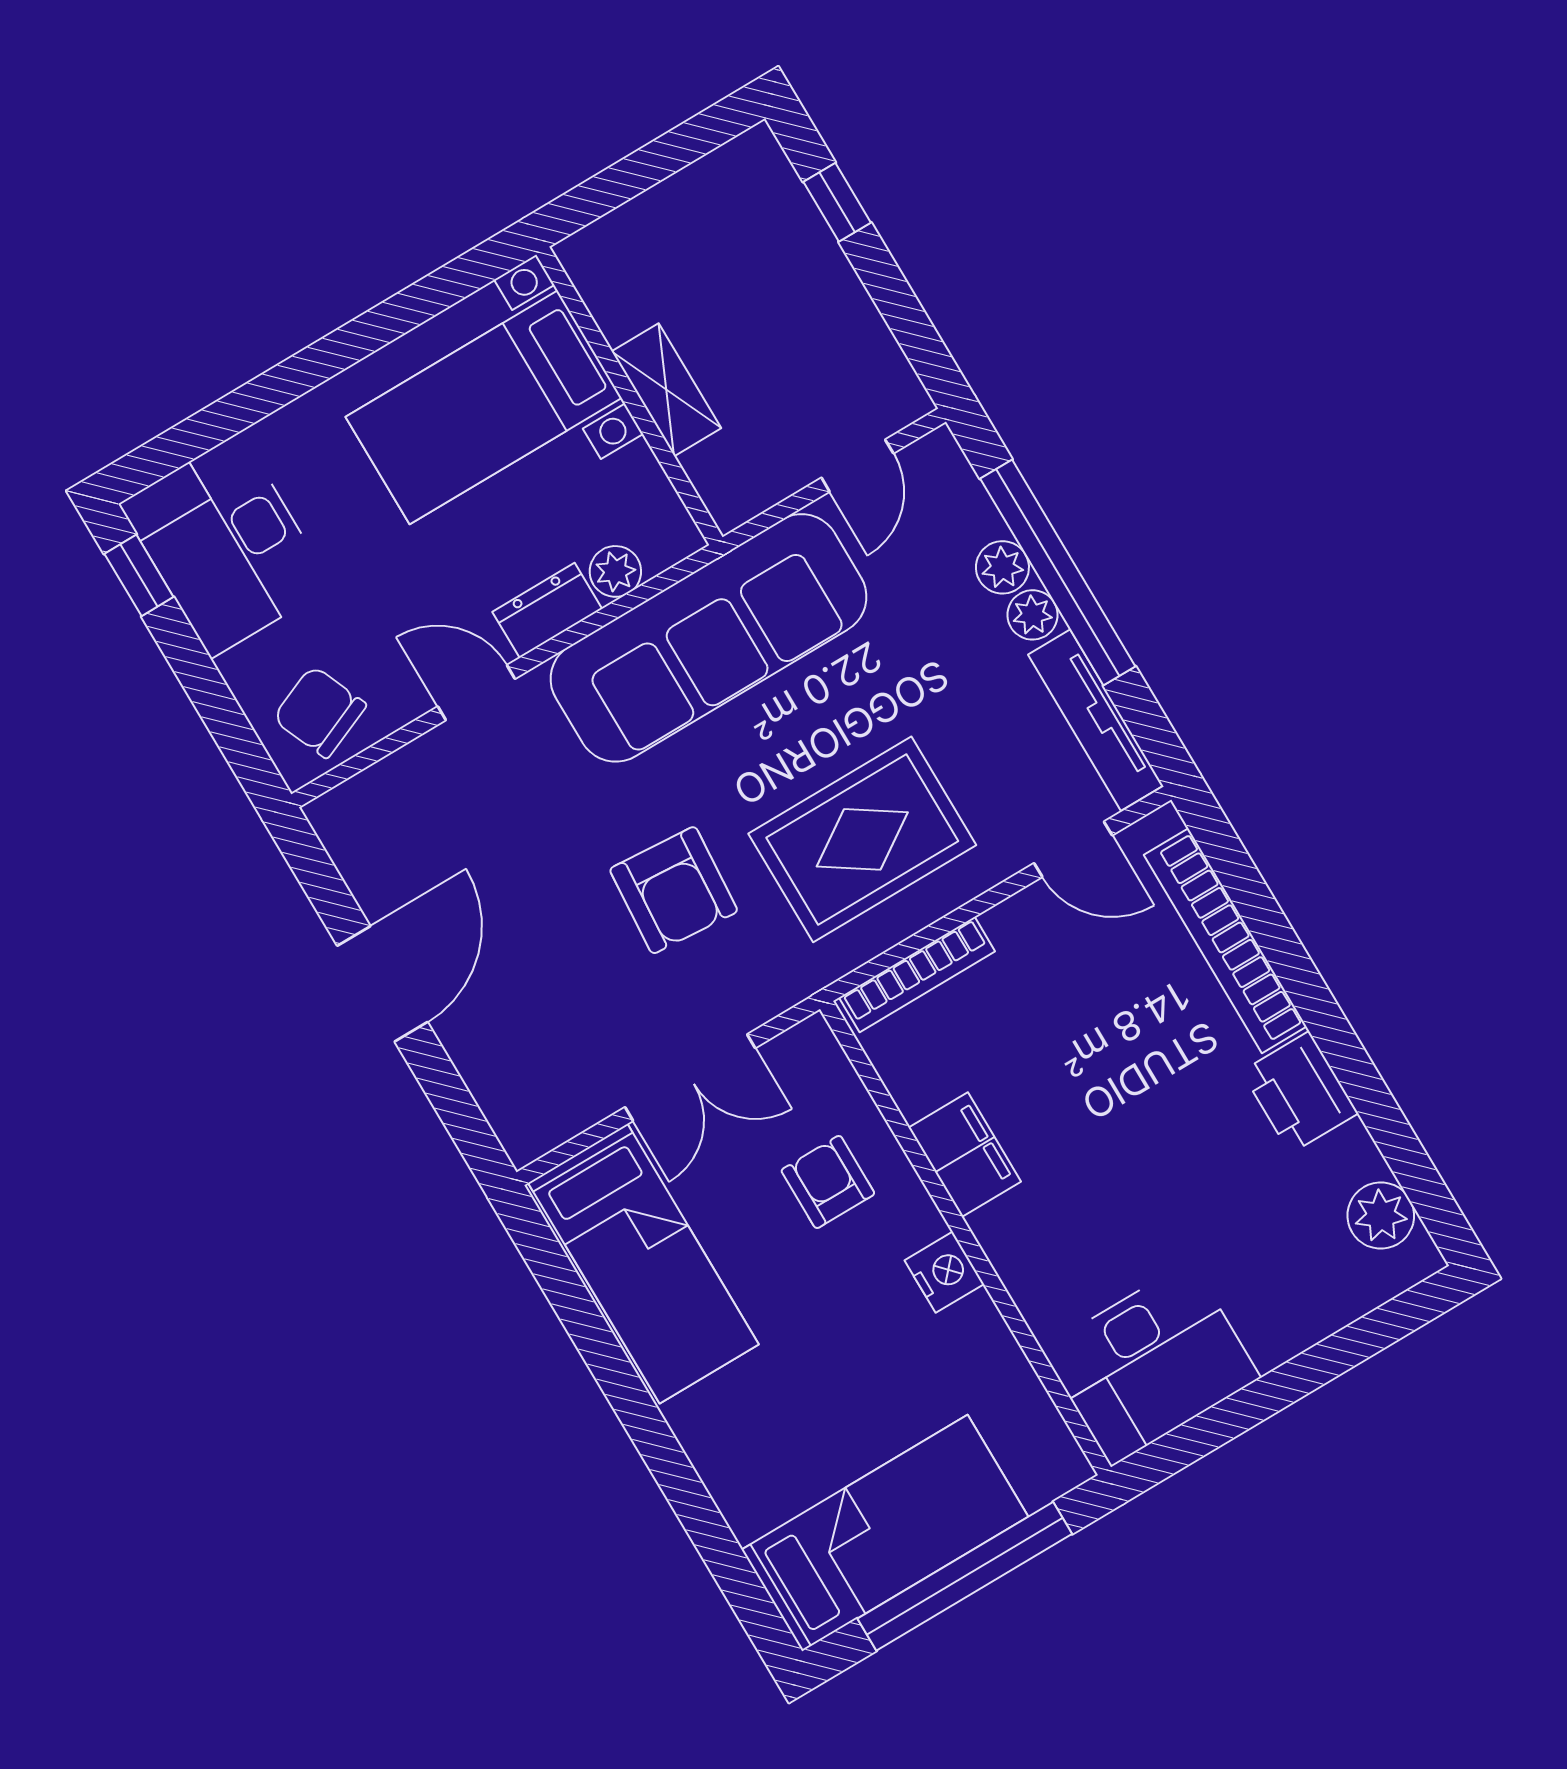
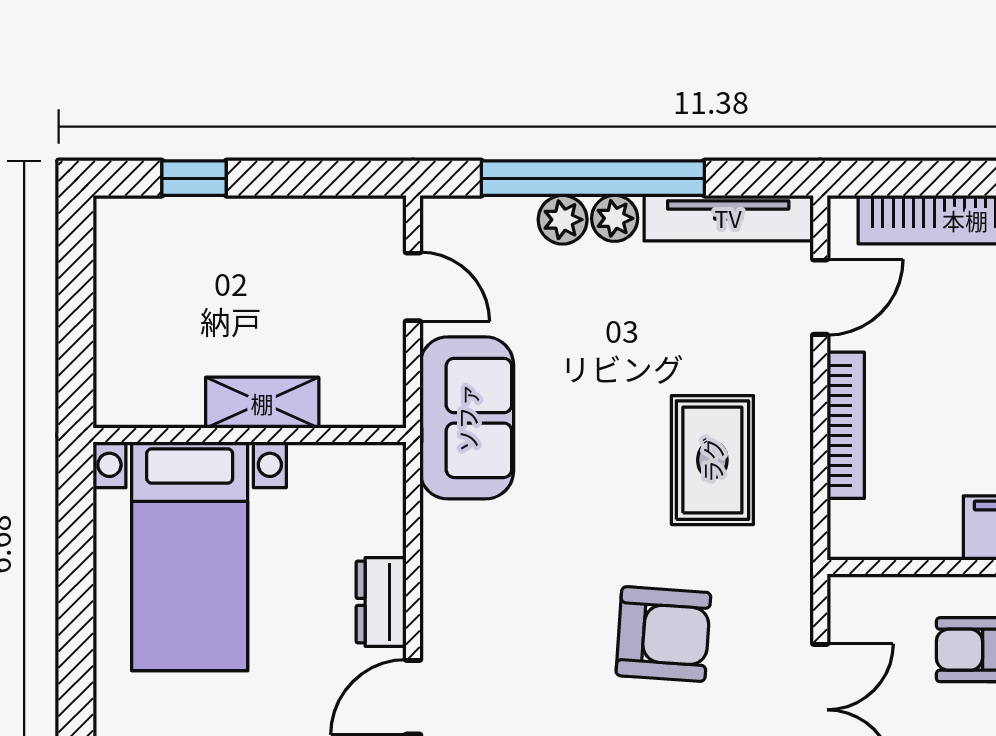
plant: (615, 571) -> (382, 529), removed
sofa: (709, 638) -> (467, 418), width x0.54, depth x0.79
rug: (862, 839) -> (712, 460), width x0.73, depth x0.70
bookcase: (917, 975) -> (846, 425), moved

